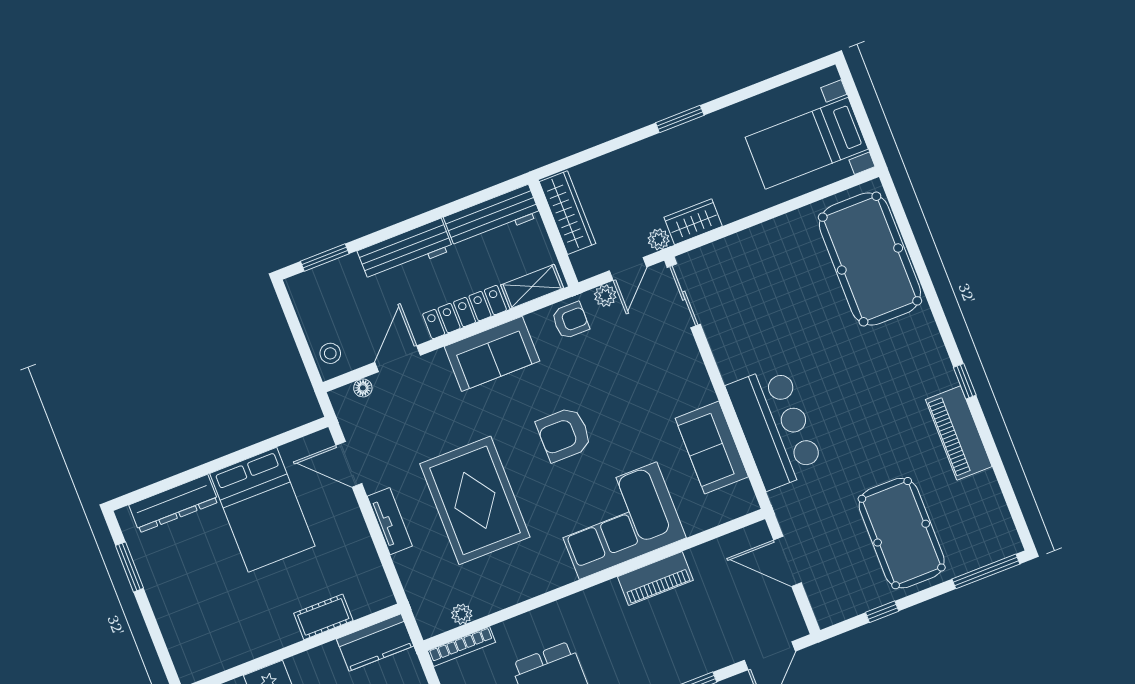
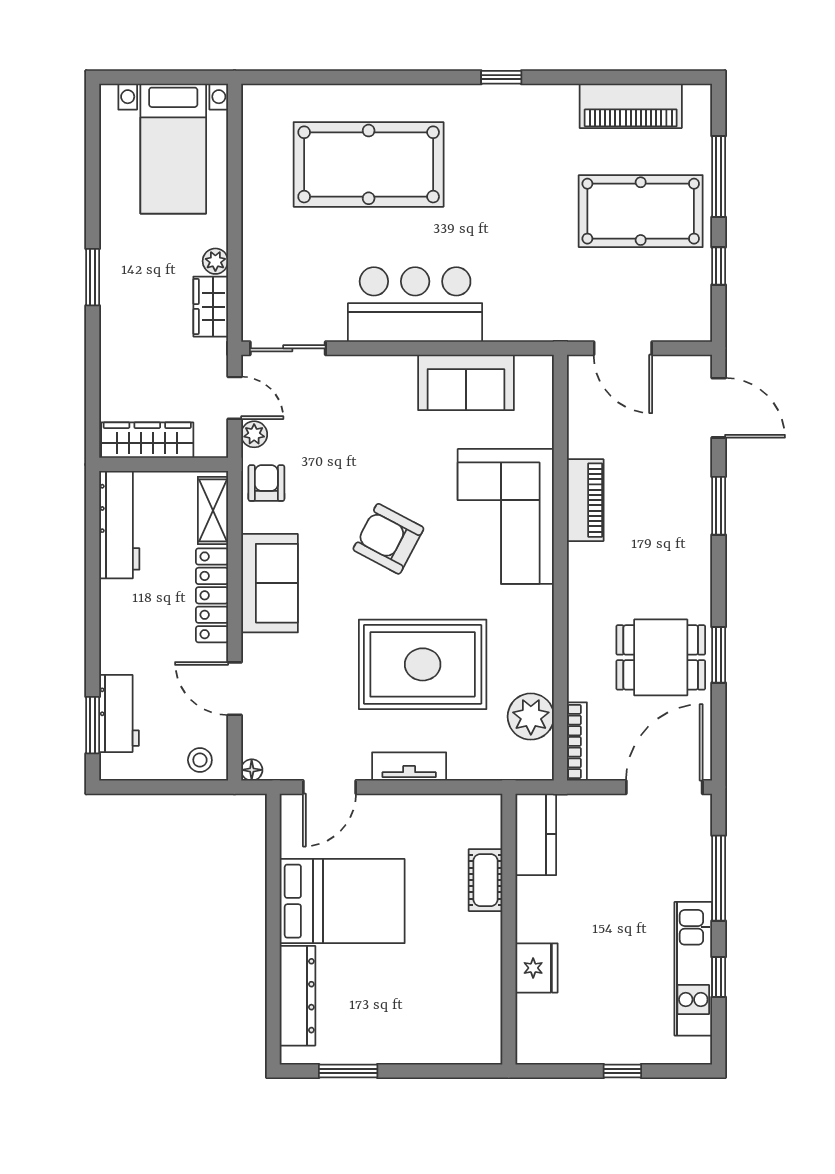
plant: (659, 239) -> (215, 261), moved
workbench: (405, 250) -> (119, 713), moved, width x0.73
pool table: (870, 259) -> (369, 164), moved
floor lamp: (363, 388) -> (252, 770), moved
bar counter: (775, 427) -> (415, 305), moved
piano: (959, 433) -> (631, 106), moved
armchair: (564, 434) -> (388, 539), turned 118
door: (787, 561) -> (623, 348), hinge flipped
window: (986, 571) -> (719, 176), moved
plant: (462, 614) -> (531, 717), width x1.88, depth x1.88

